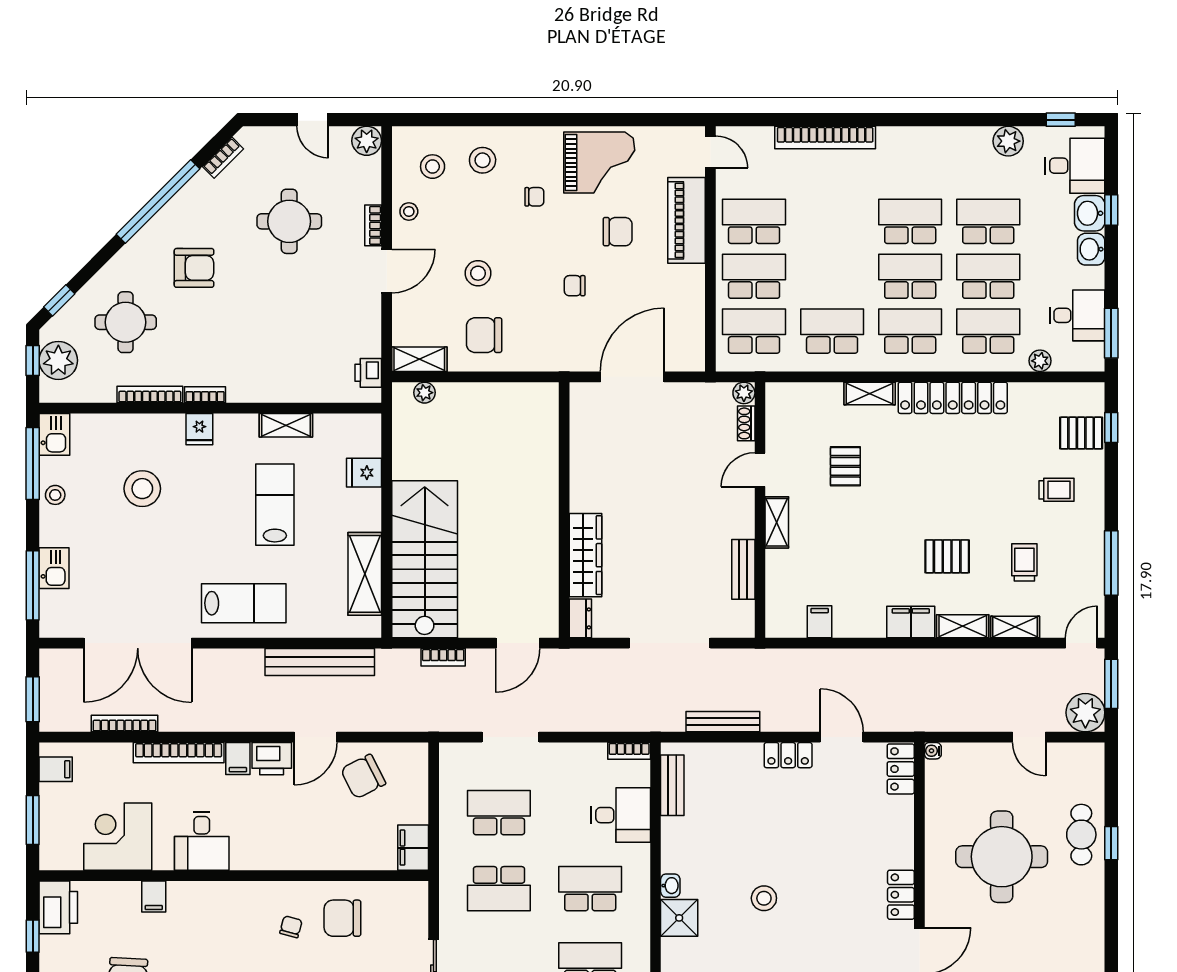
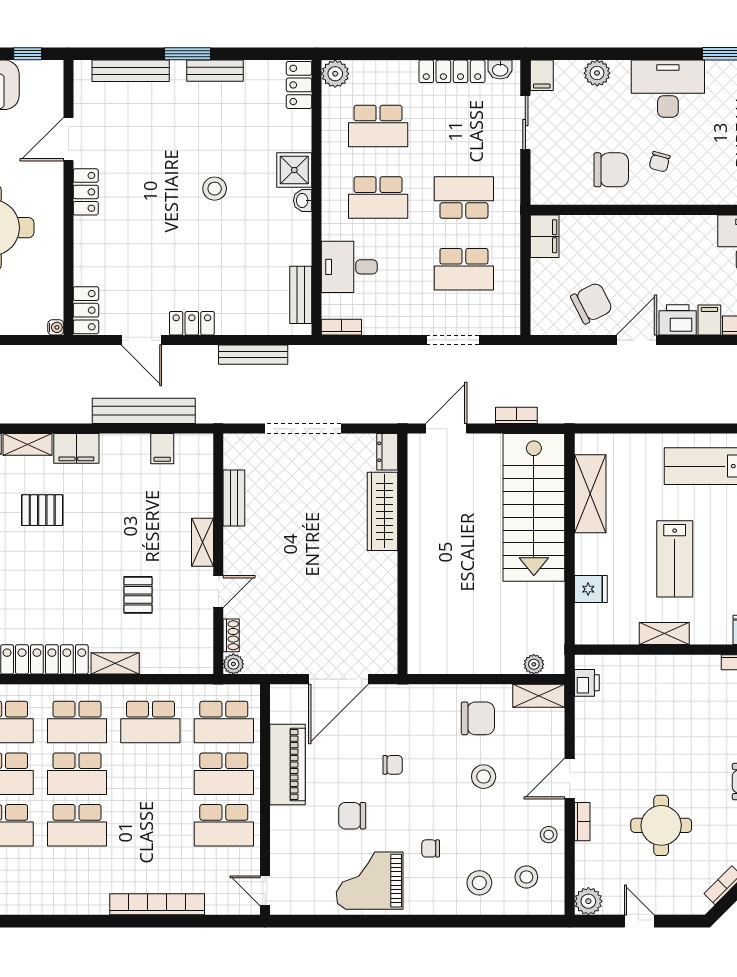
piano: (686, 220) -> (287, 765), moved
bench: (320, 662) -> (144, 411), moved

